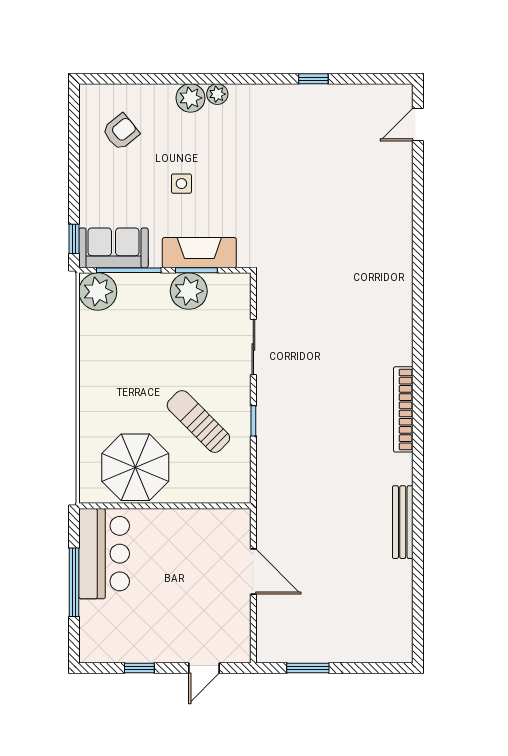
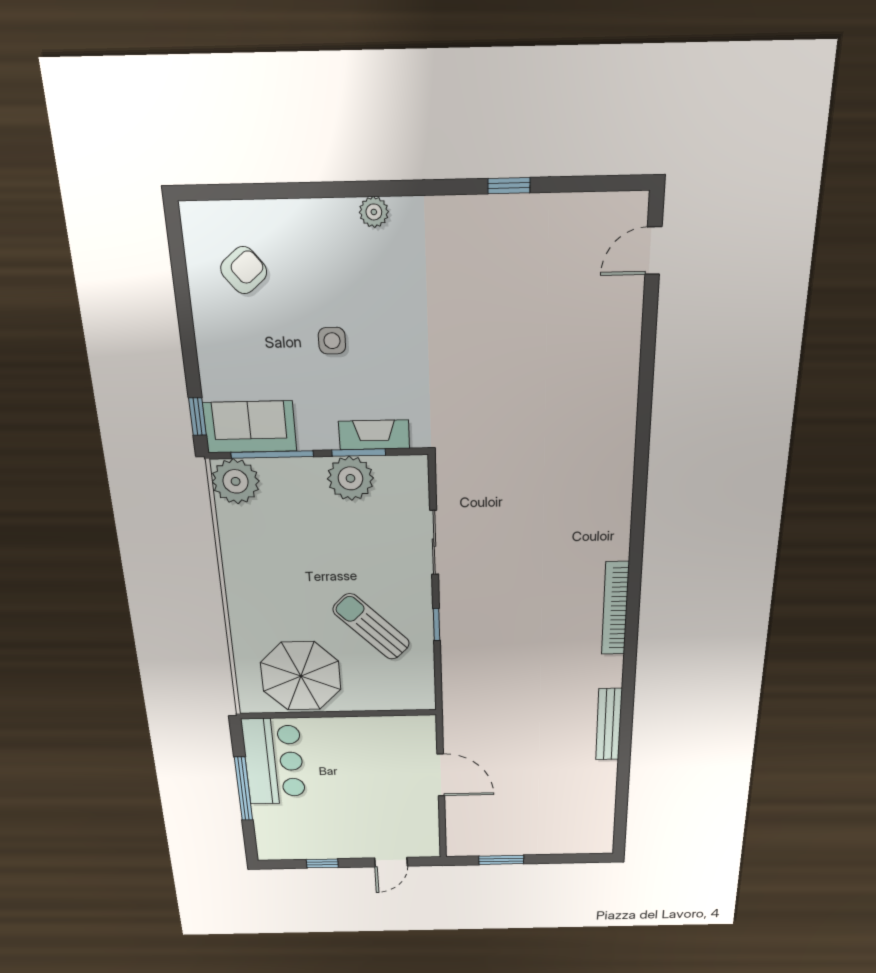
plant: (190, 98) -> (337, 219), removed
fireplace: (199, 253) -> (374, 435), width x0.73, depth x0.76

